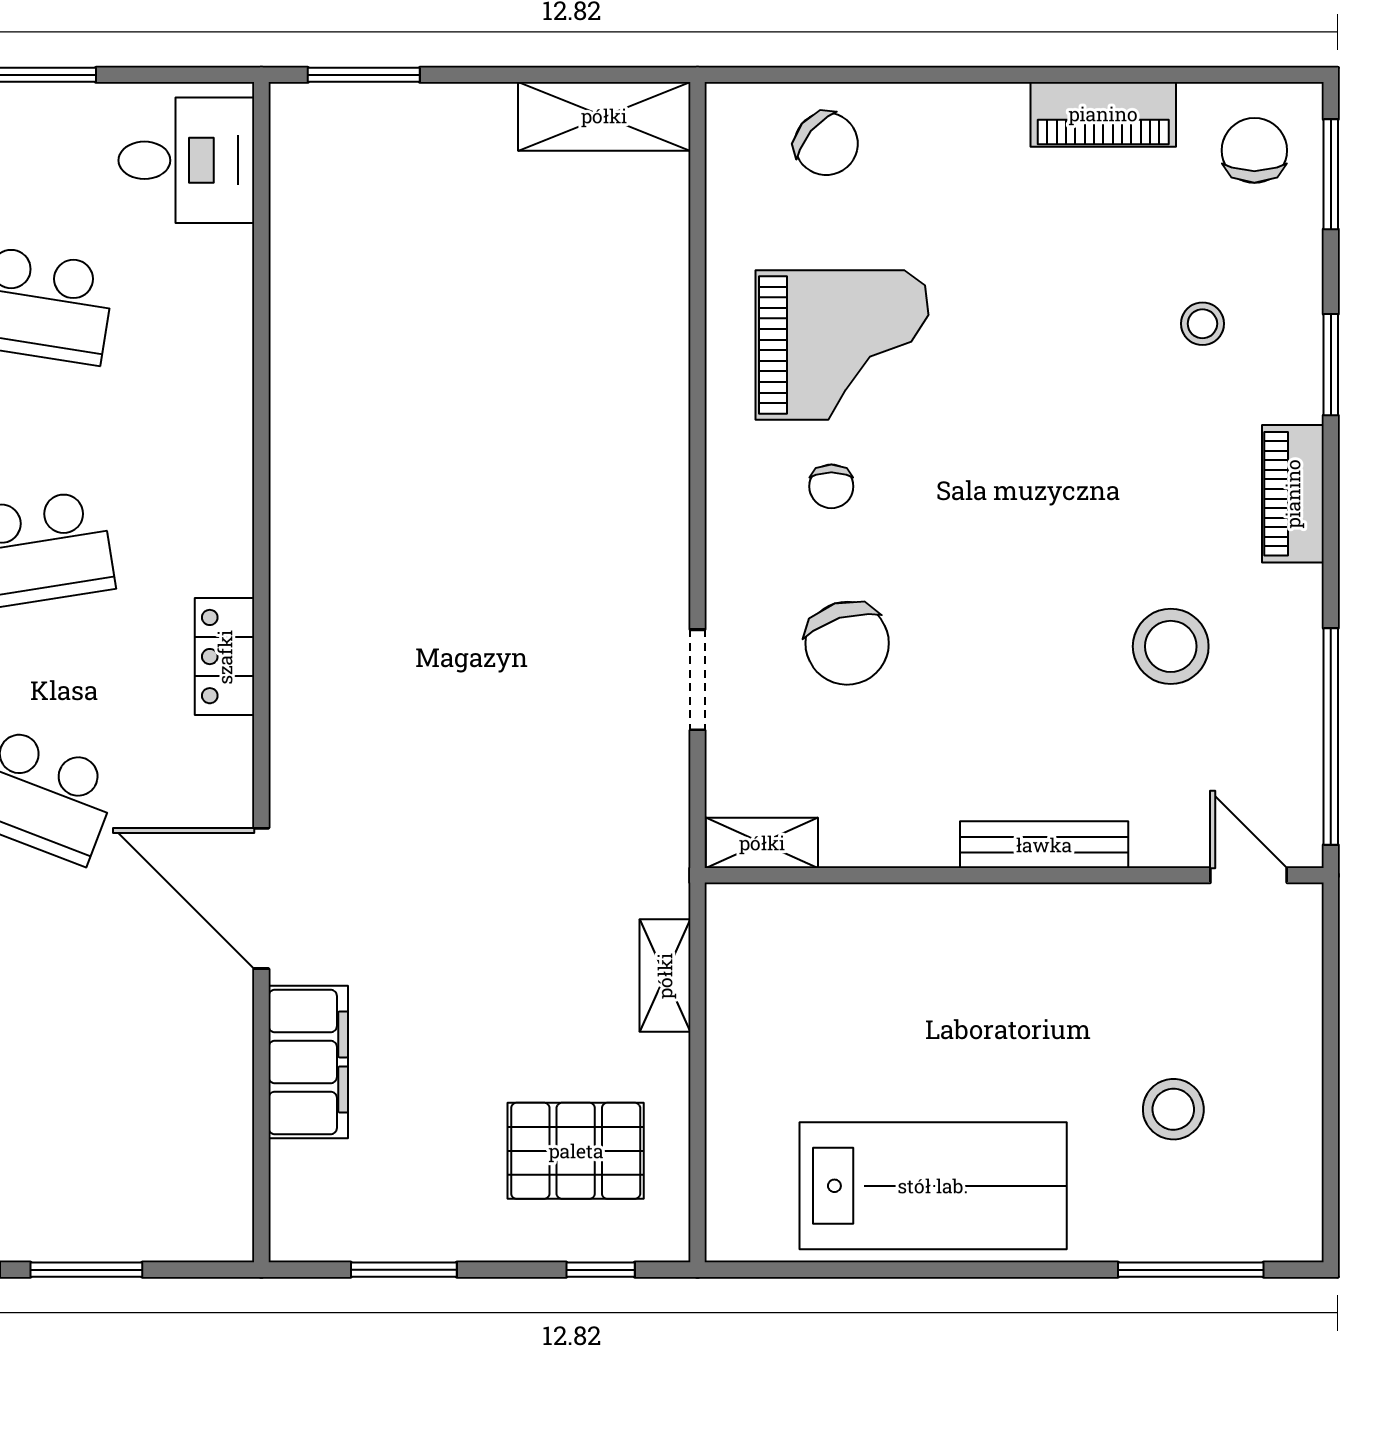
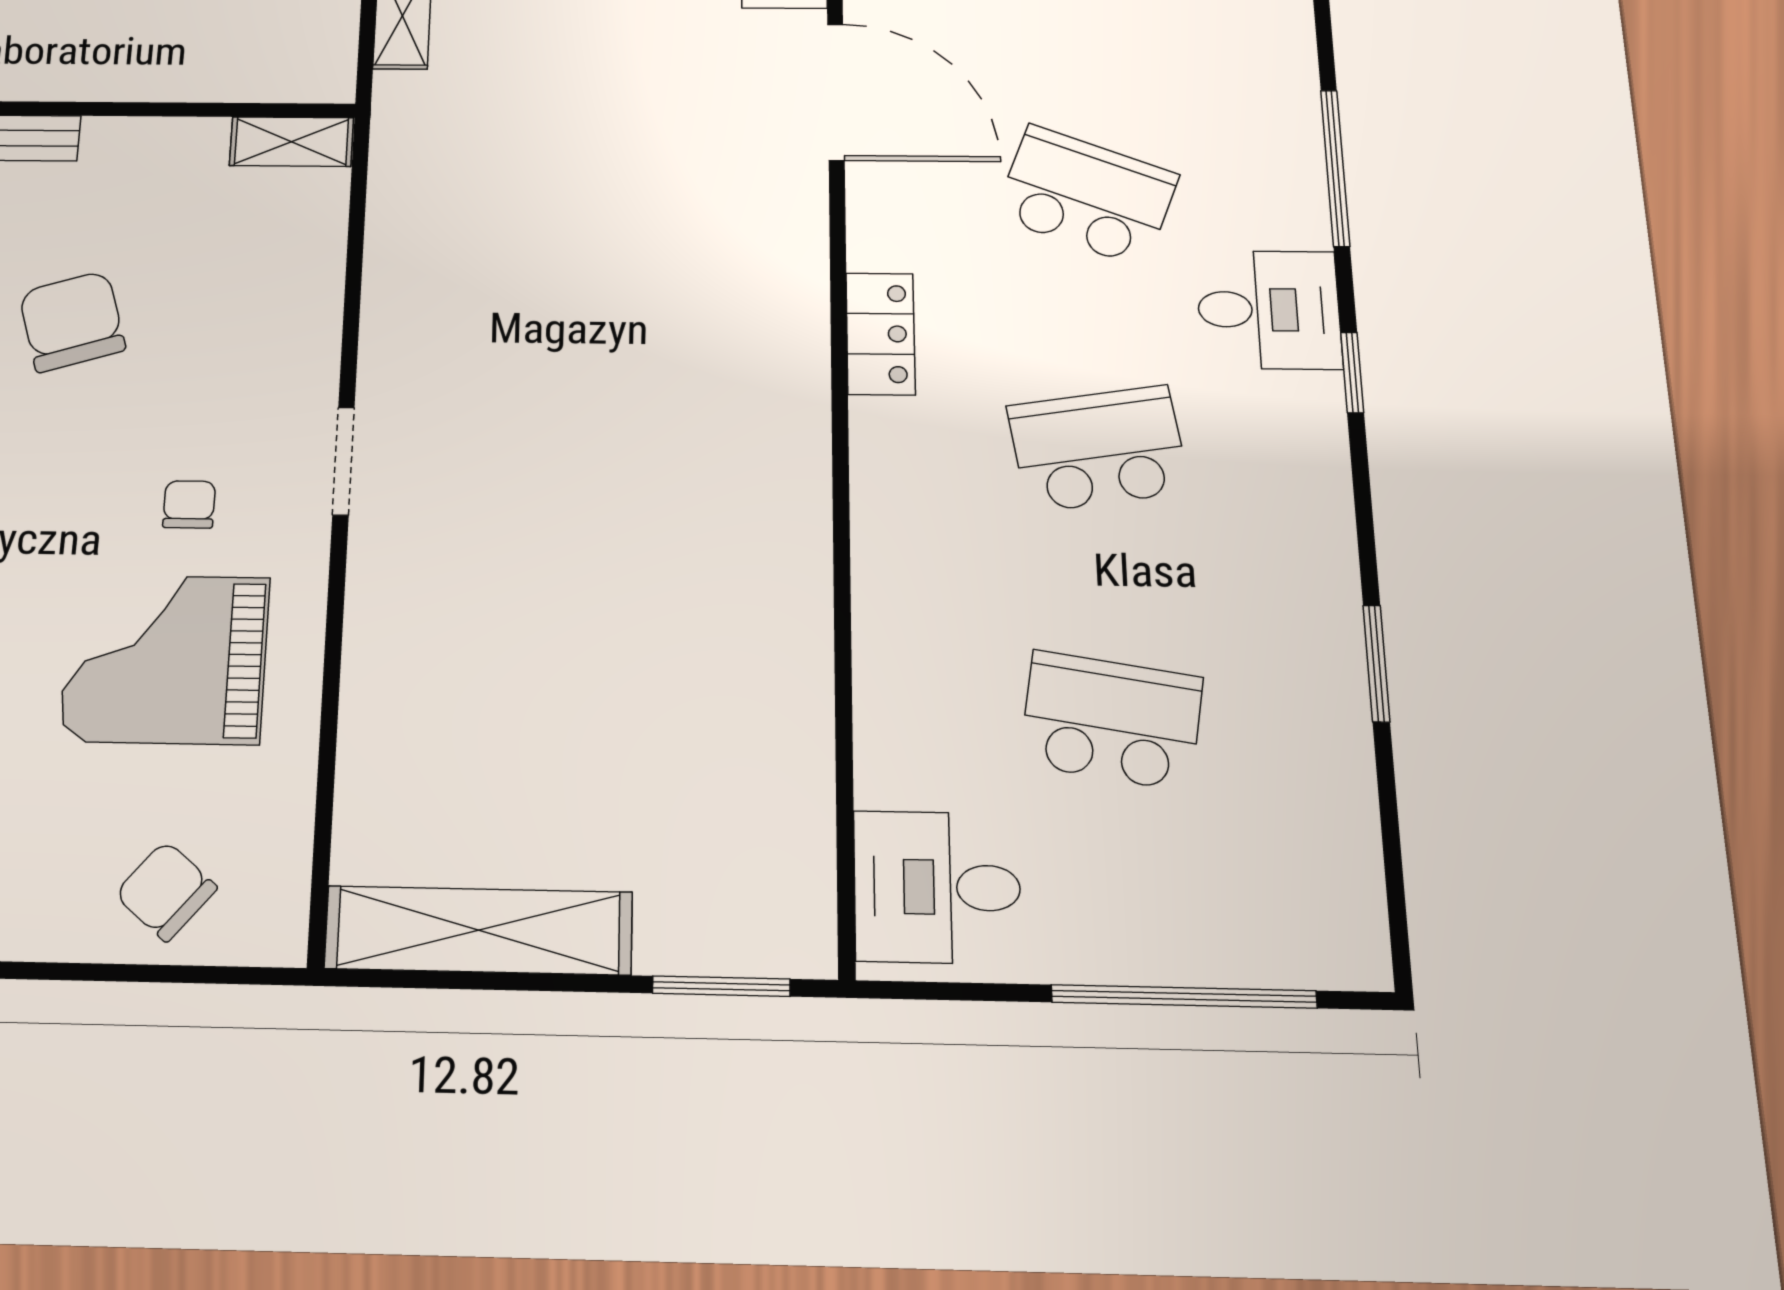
shelving: (604, 116) -> (479, 930), width x1.47
chair: (847, 643) -> (72, 321), moved
doorway: (698, 680) -> (343, 461), moved

